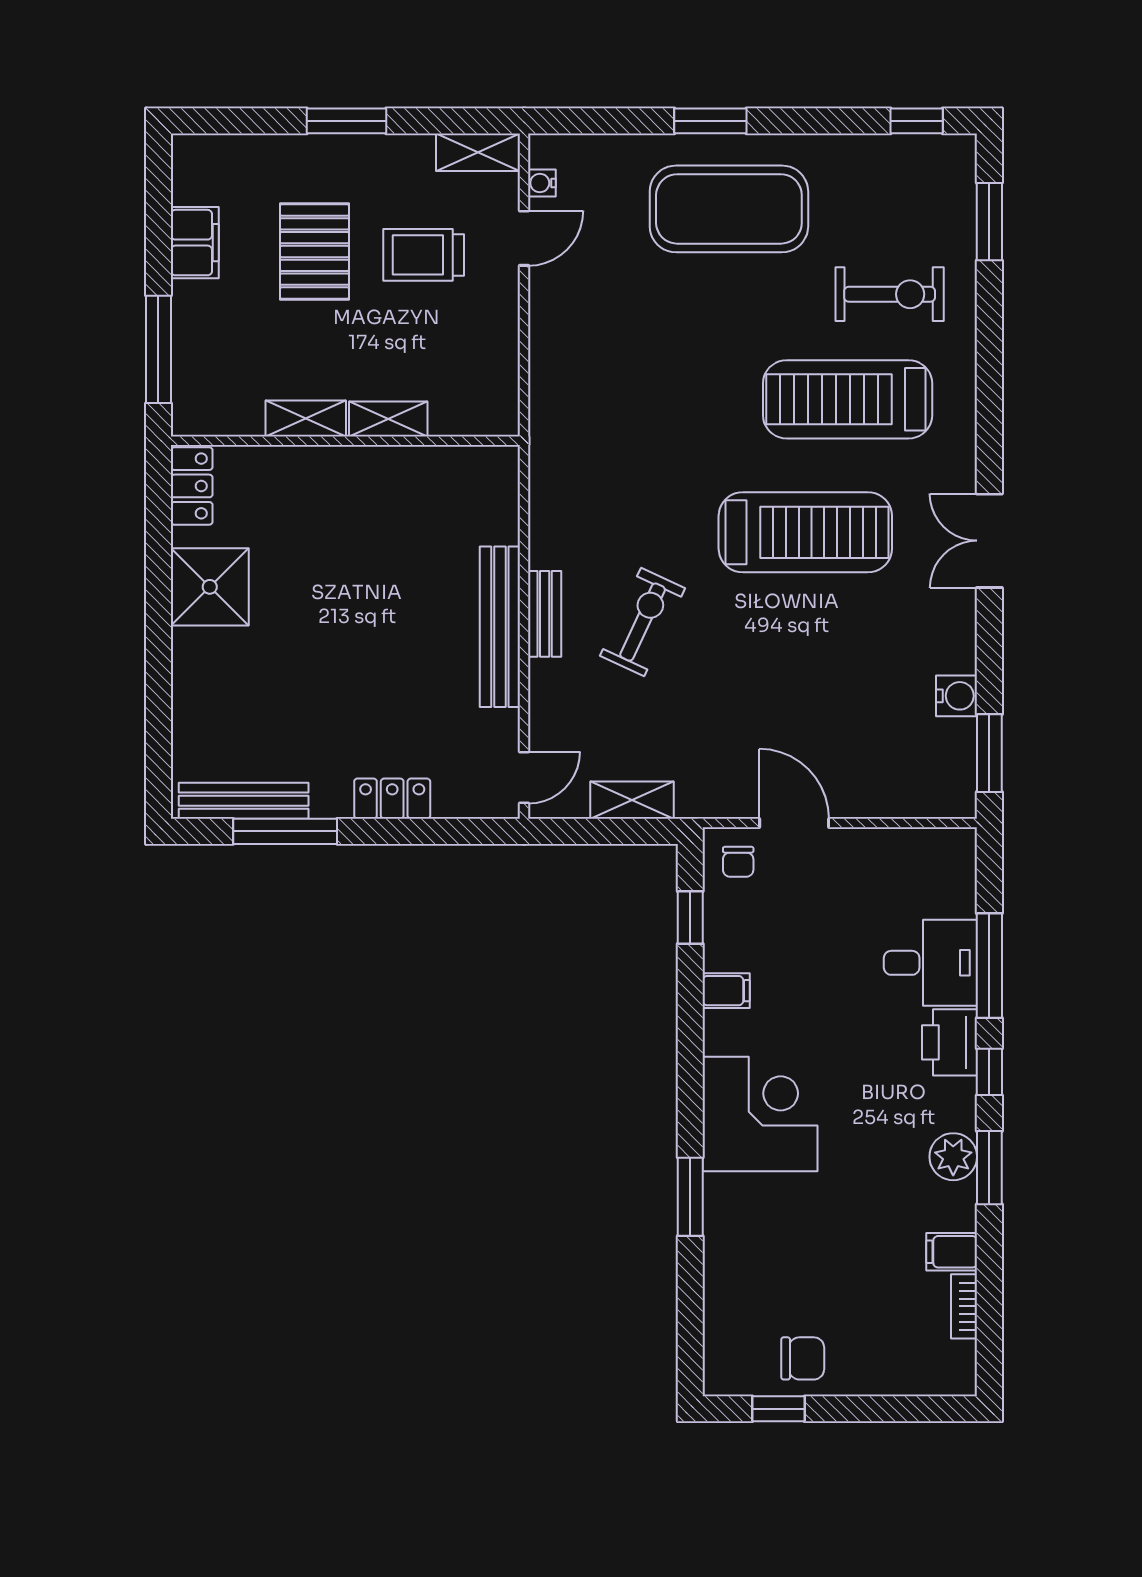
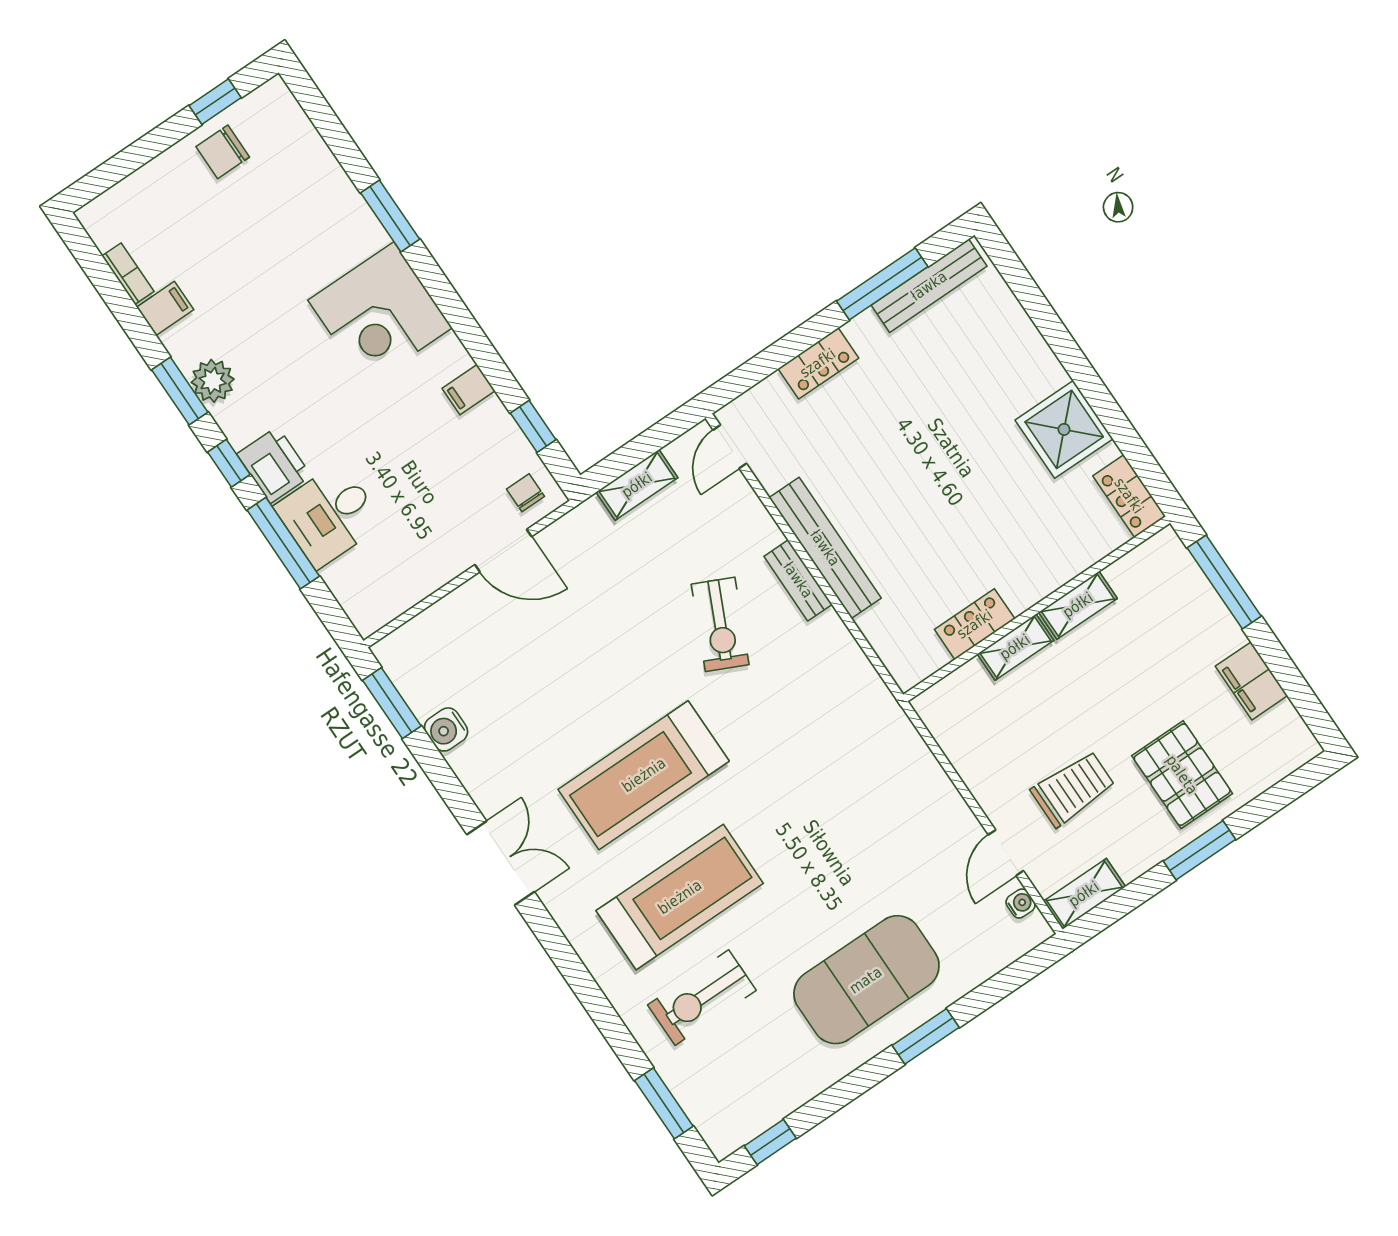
pallet: (315, 251) -> (1182, 775), moved
locker: (411, 465) -> (975, 624), added

